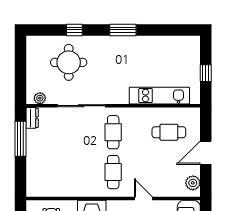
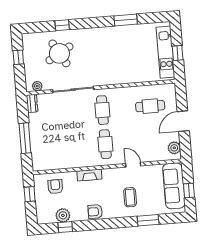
window: (123, 30) -> (126, 20), moved
round table: (69, 62) -> (59, 53), turned -30
window: (21, 63) -> (18, 57), added
kitchen unit: (159, 96) -> (165, 52), moved, turned -90
window: (21, 139) -> (25, 138), moved

